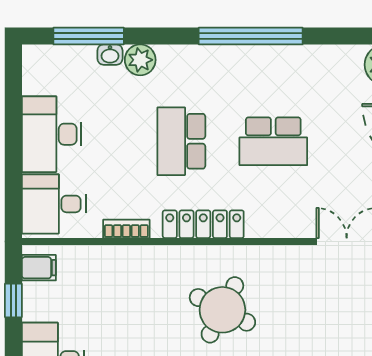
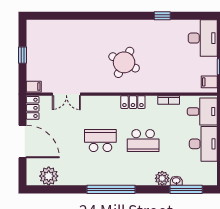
school desk: (181, 141) -> (143, 141), turned 90
locker: (203, 224) -> (133, 102), width x0.66

